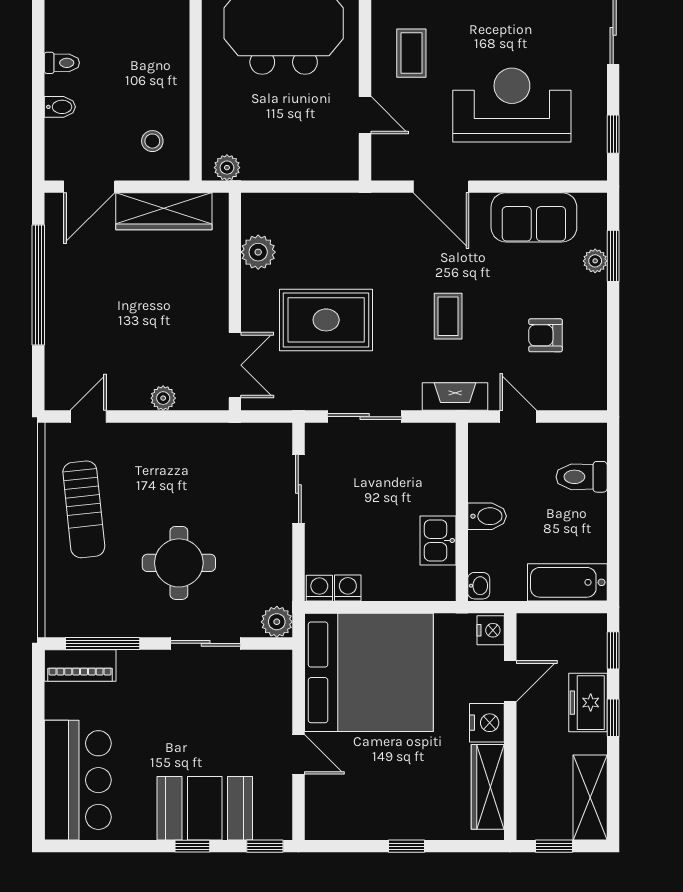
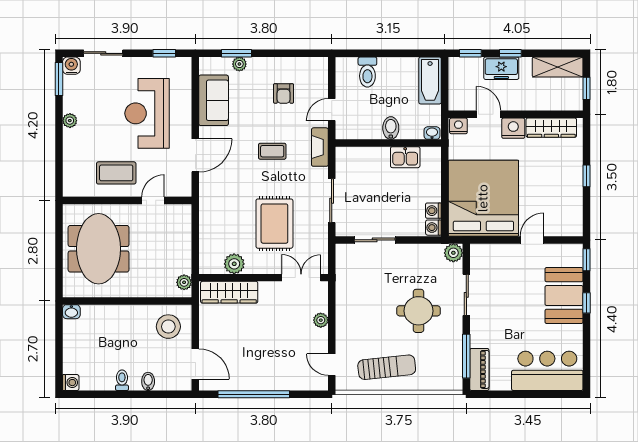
coffee table: (411, 53) -> (116, 173), width x1.36, depth x1.30
stool: (152, 141) -> (168, 327), width x1.89, depth x1.89
wardrobe: (164, 211) -> (229, 292), moved, turned 90

